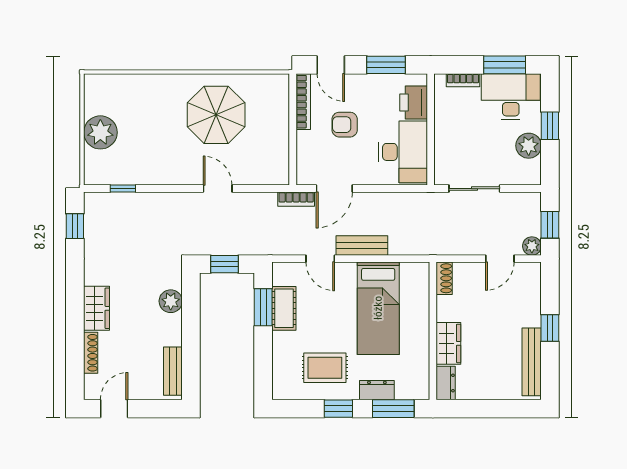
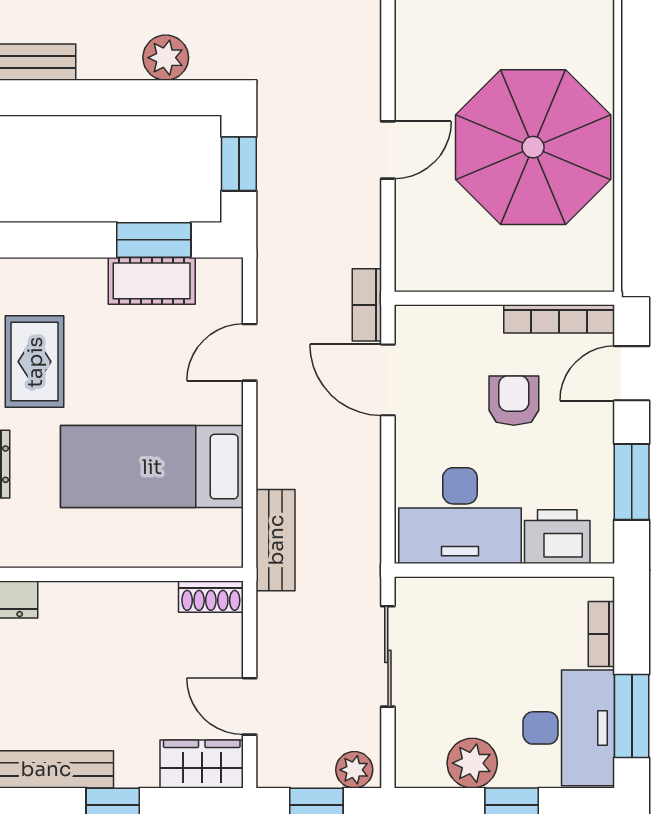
parasol: (216, 115) -> (533, 147), width x1.36, depth x1.36
bench: (362, 245) -> (276, 540), moved
plant: (532, 246) -> (354, 770), moved
wardrobe: (448, 343) -> (202, 764), moved, turned 180

